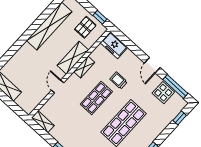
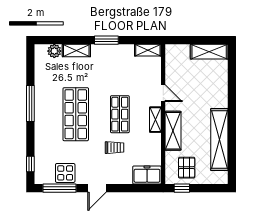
door: (152, 65) -> (97, 188), swing flipped
shelving: (84, 67) -> (155, 120), moved

